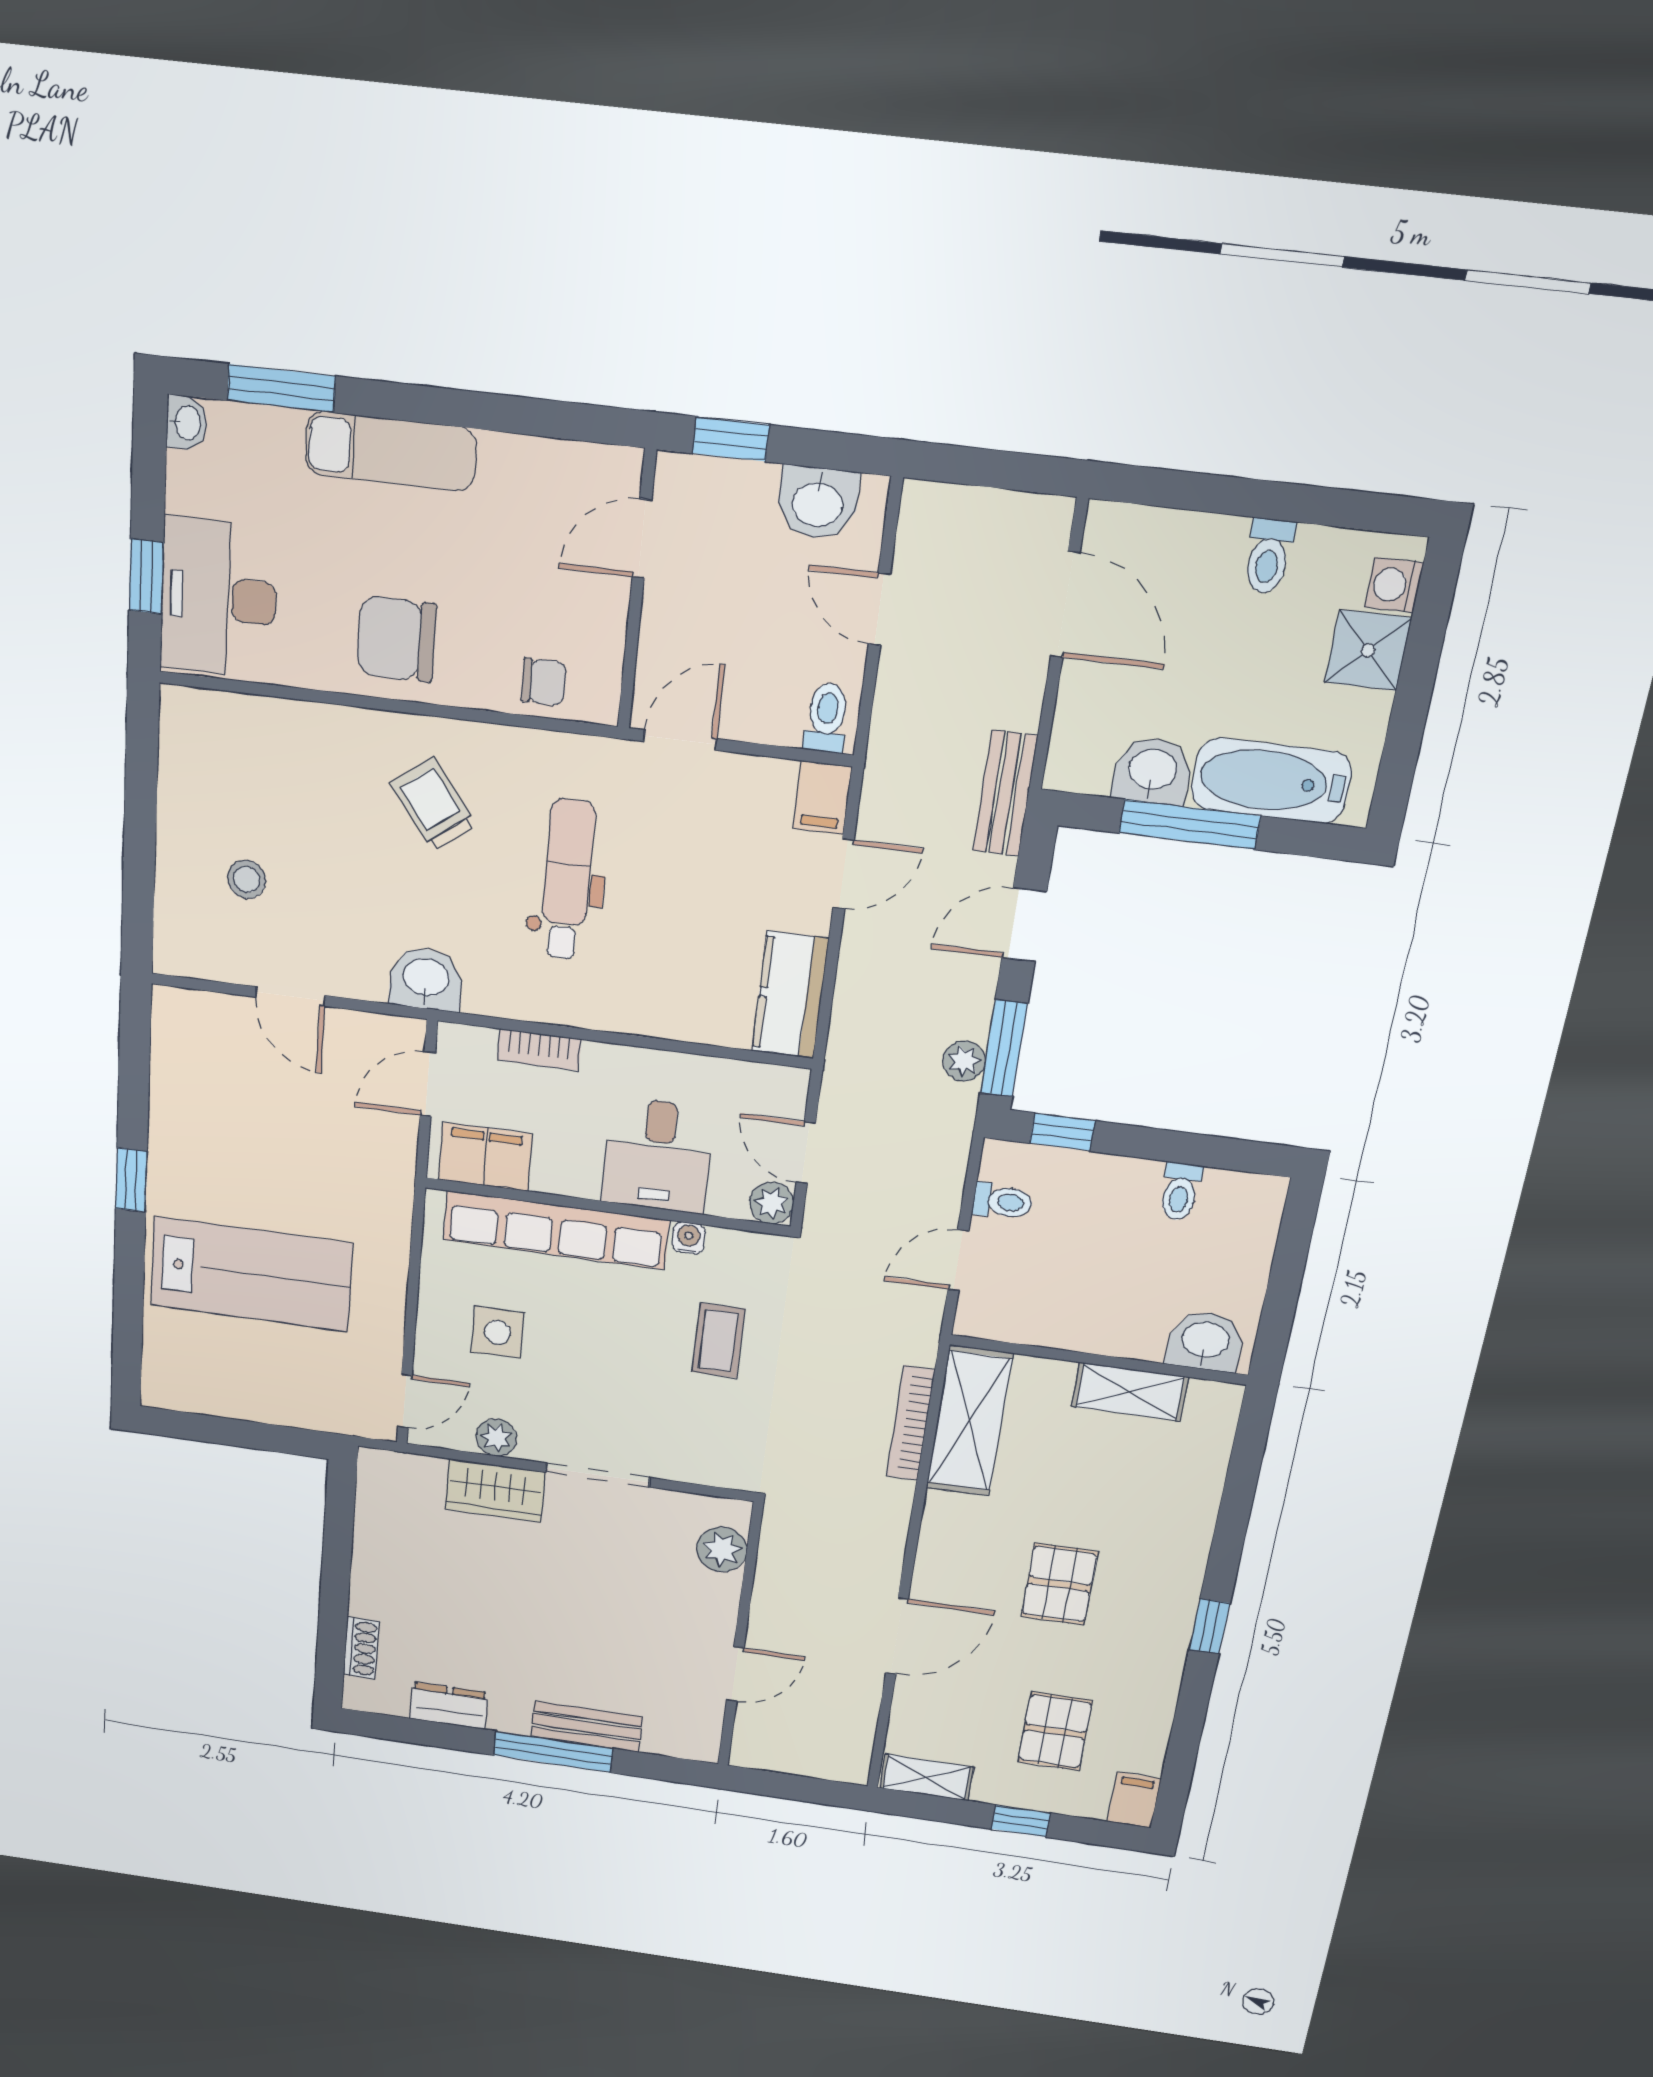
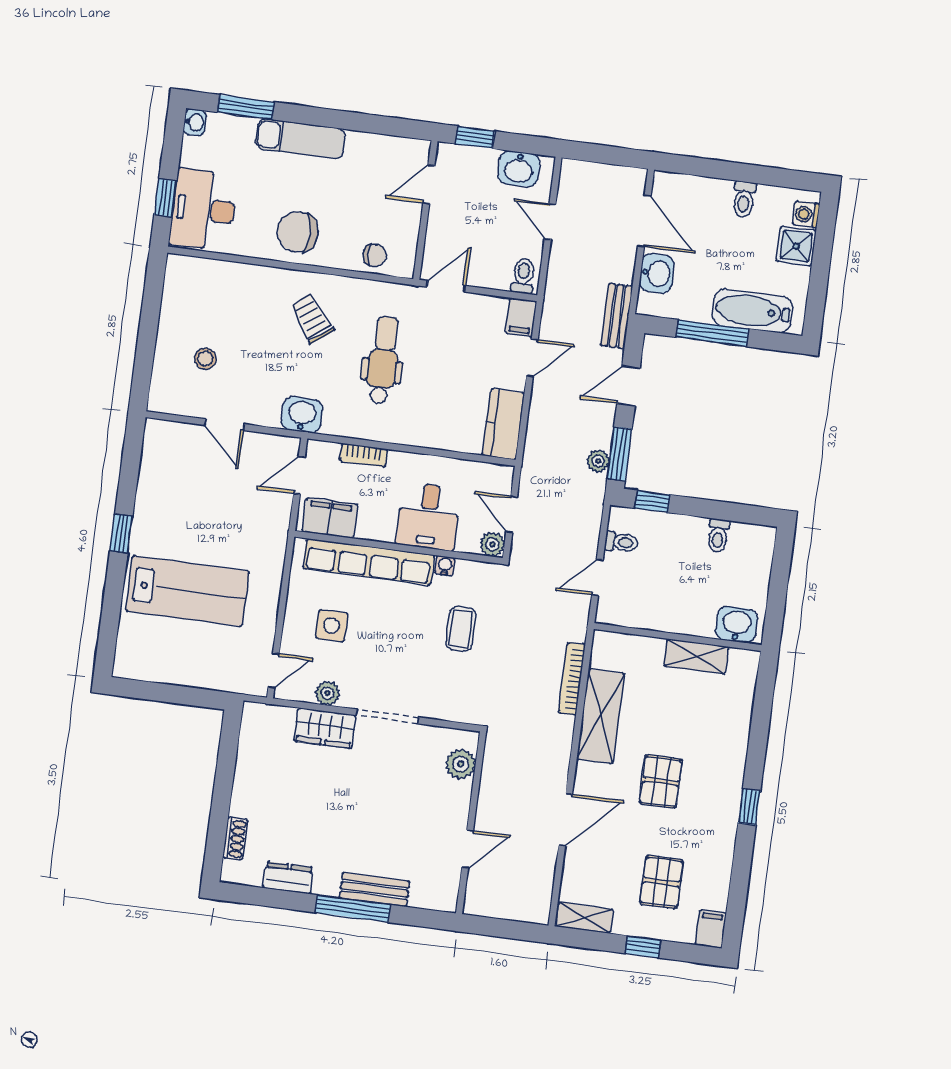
washbasin: (1152, 771) -> (657, 273), moved, turned 90
shelving: (969, 1421) -> (600, 716), moved

